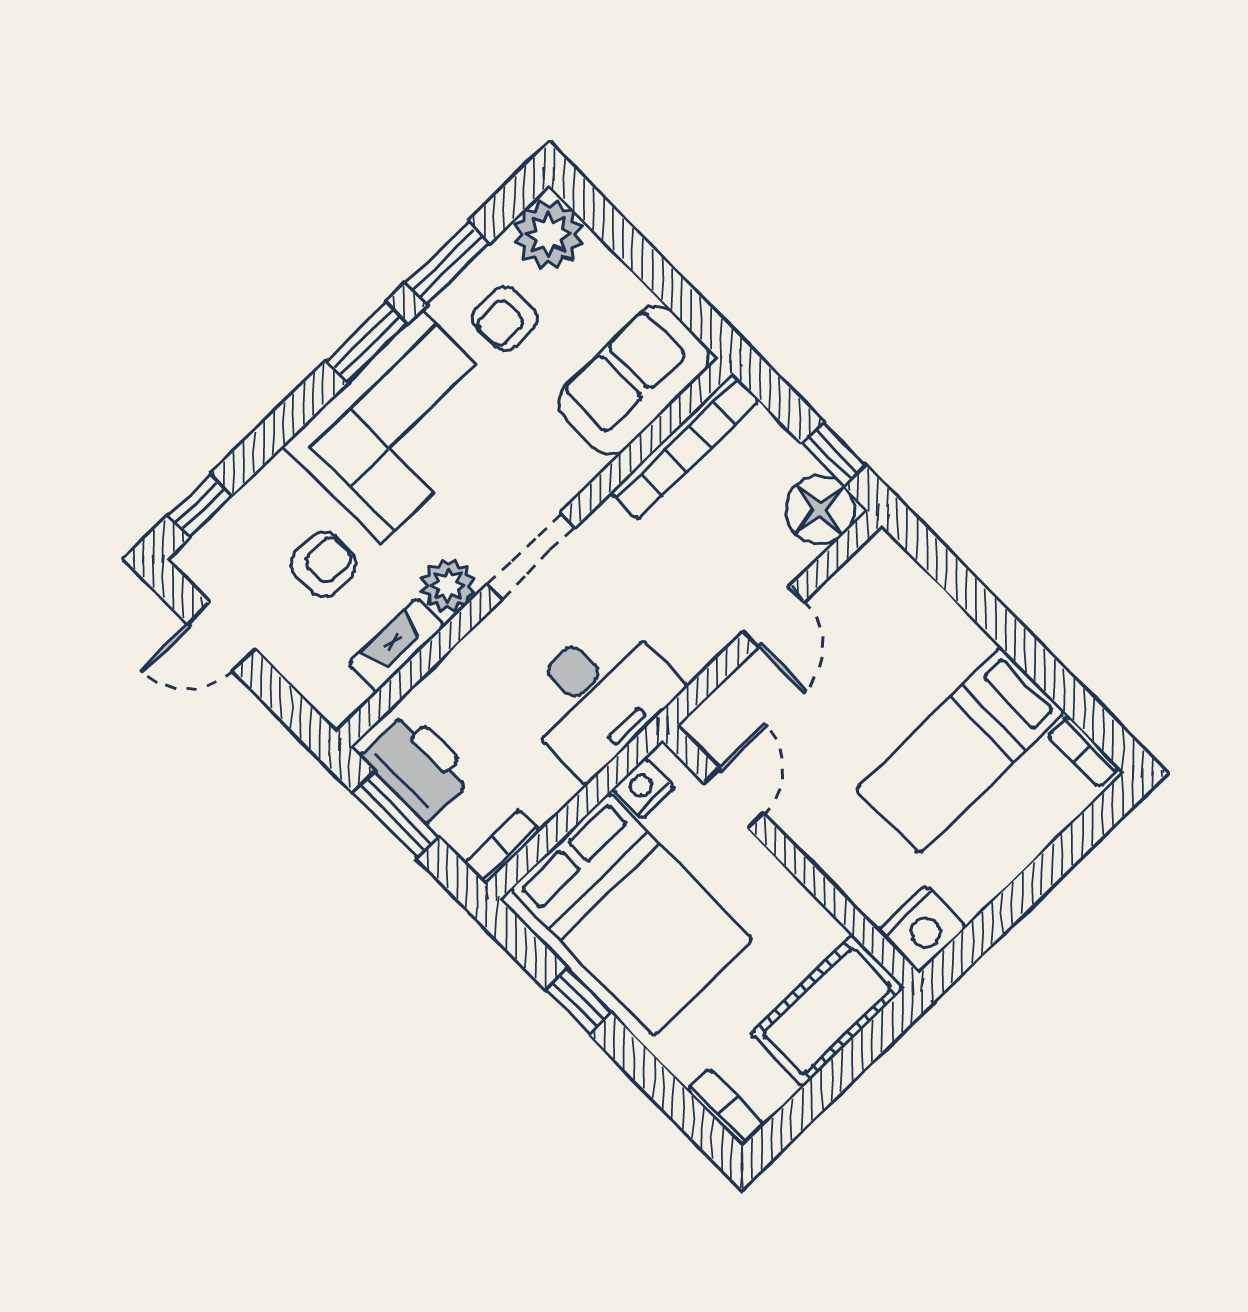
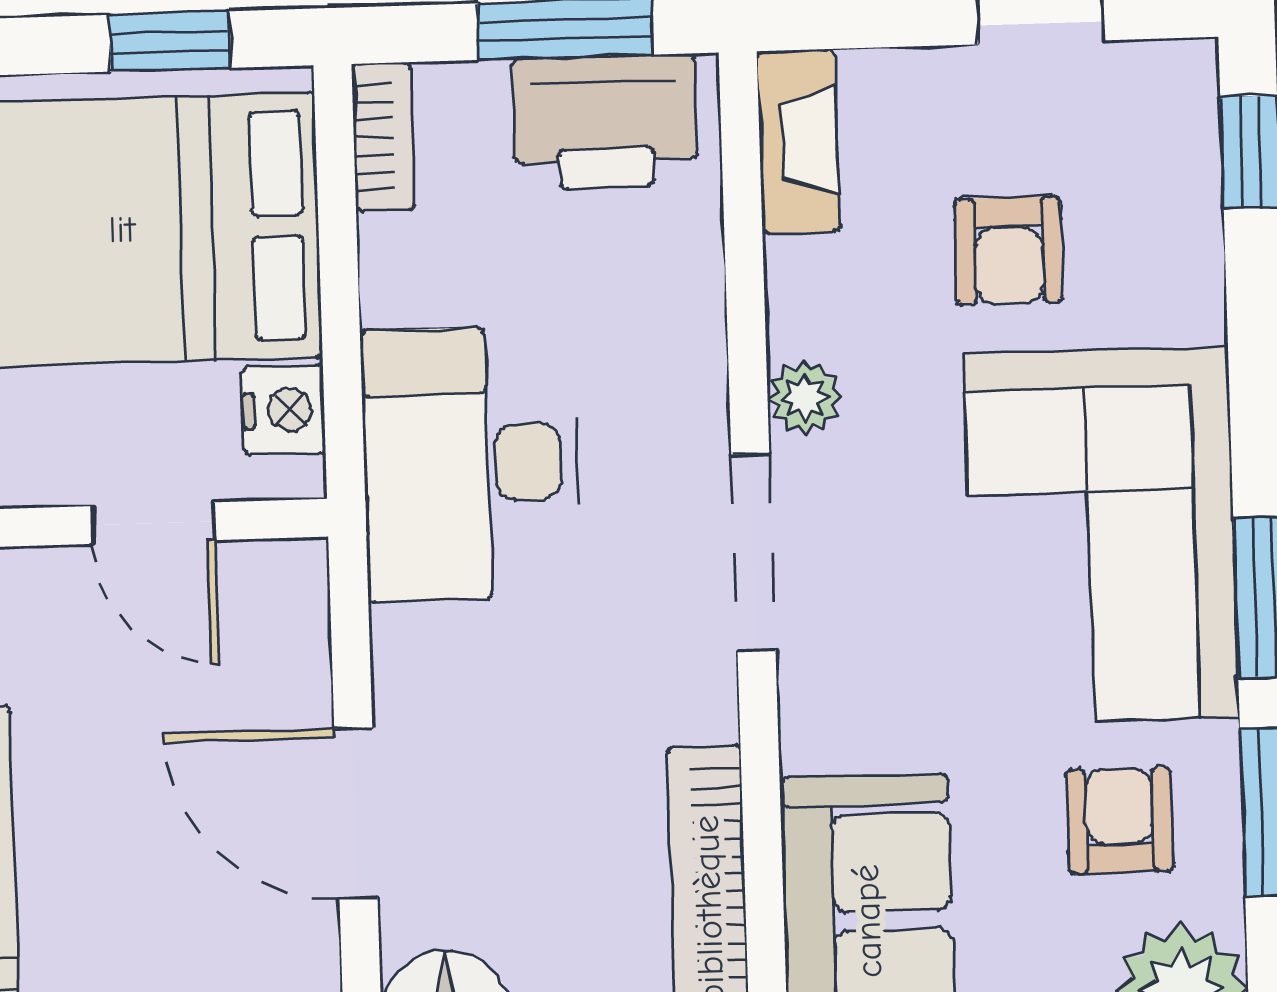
plant: (448, 586) -> (805, 398), width x0.73, depth x0.73
door: (774, 617) -> (356, 813), width x1.38
fireplace: (396, 645) -> (798, 141), moved
window: (579, 1002) -> (170, 41), moved

